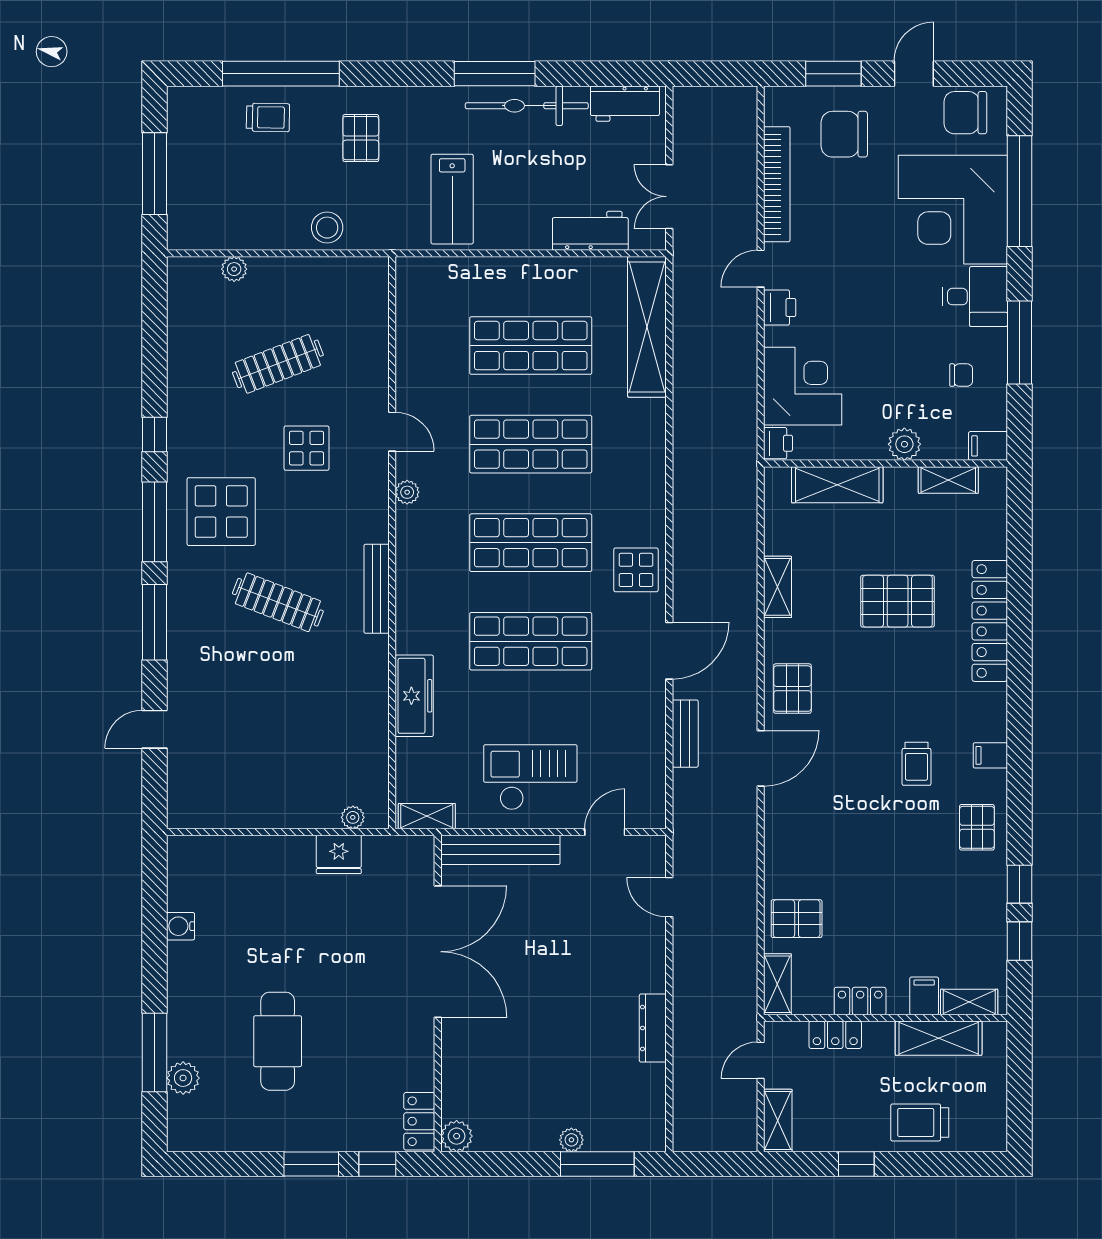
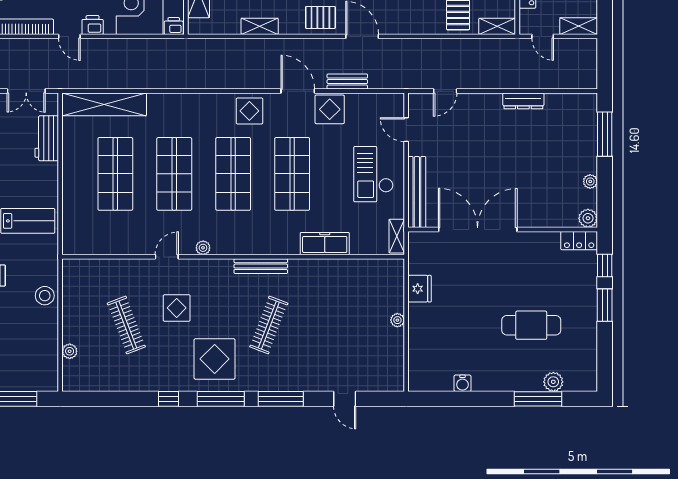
display table: (639, 704) -> (330, 109), added
plant: (353, 817) -> (397, 320), moved
plant: (571, 1140) -> (590, 181), moved

